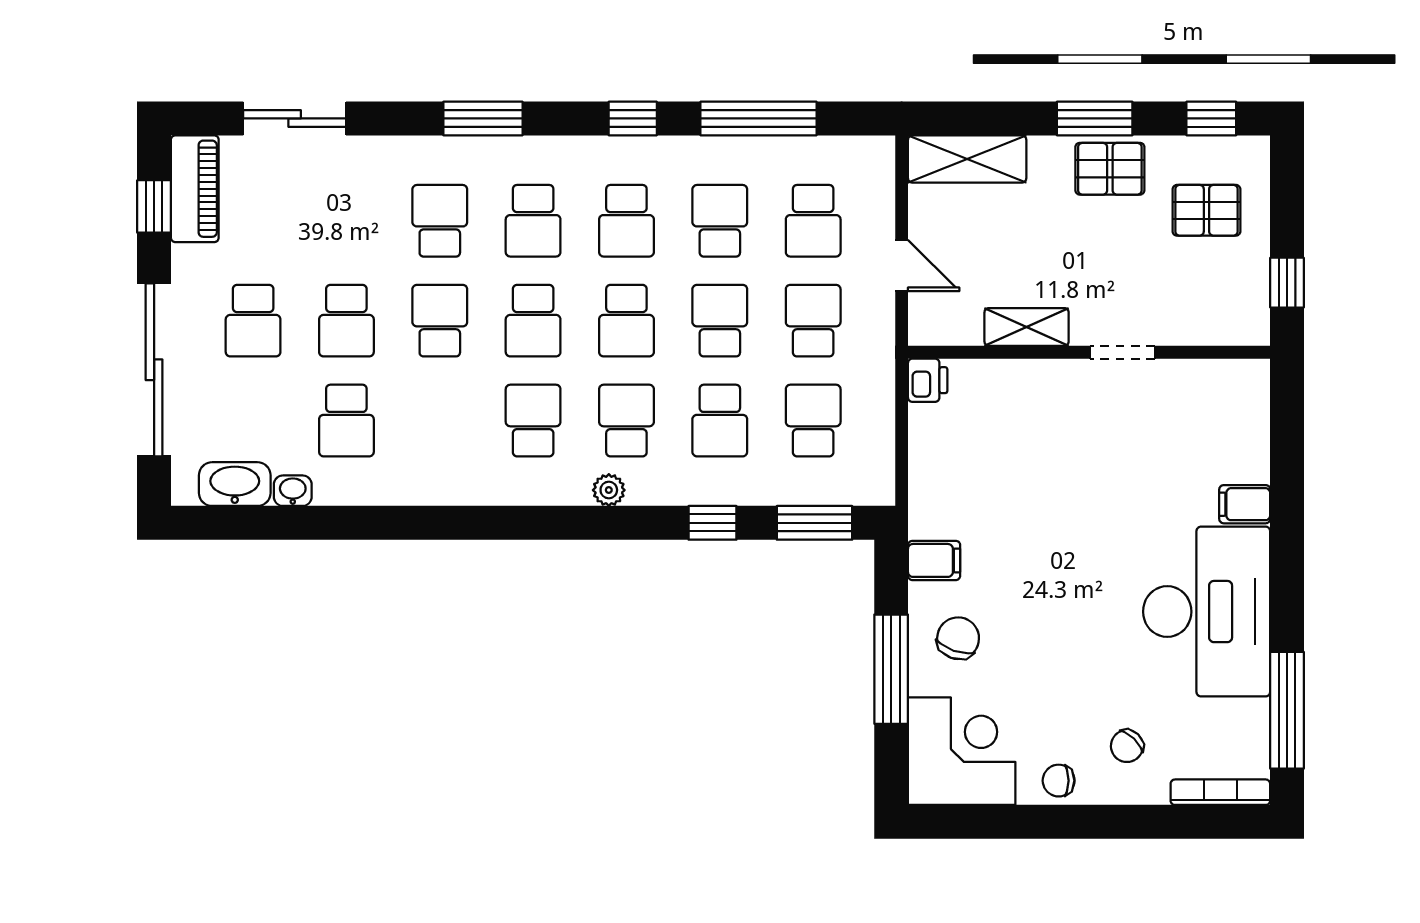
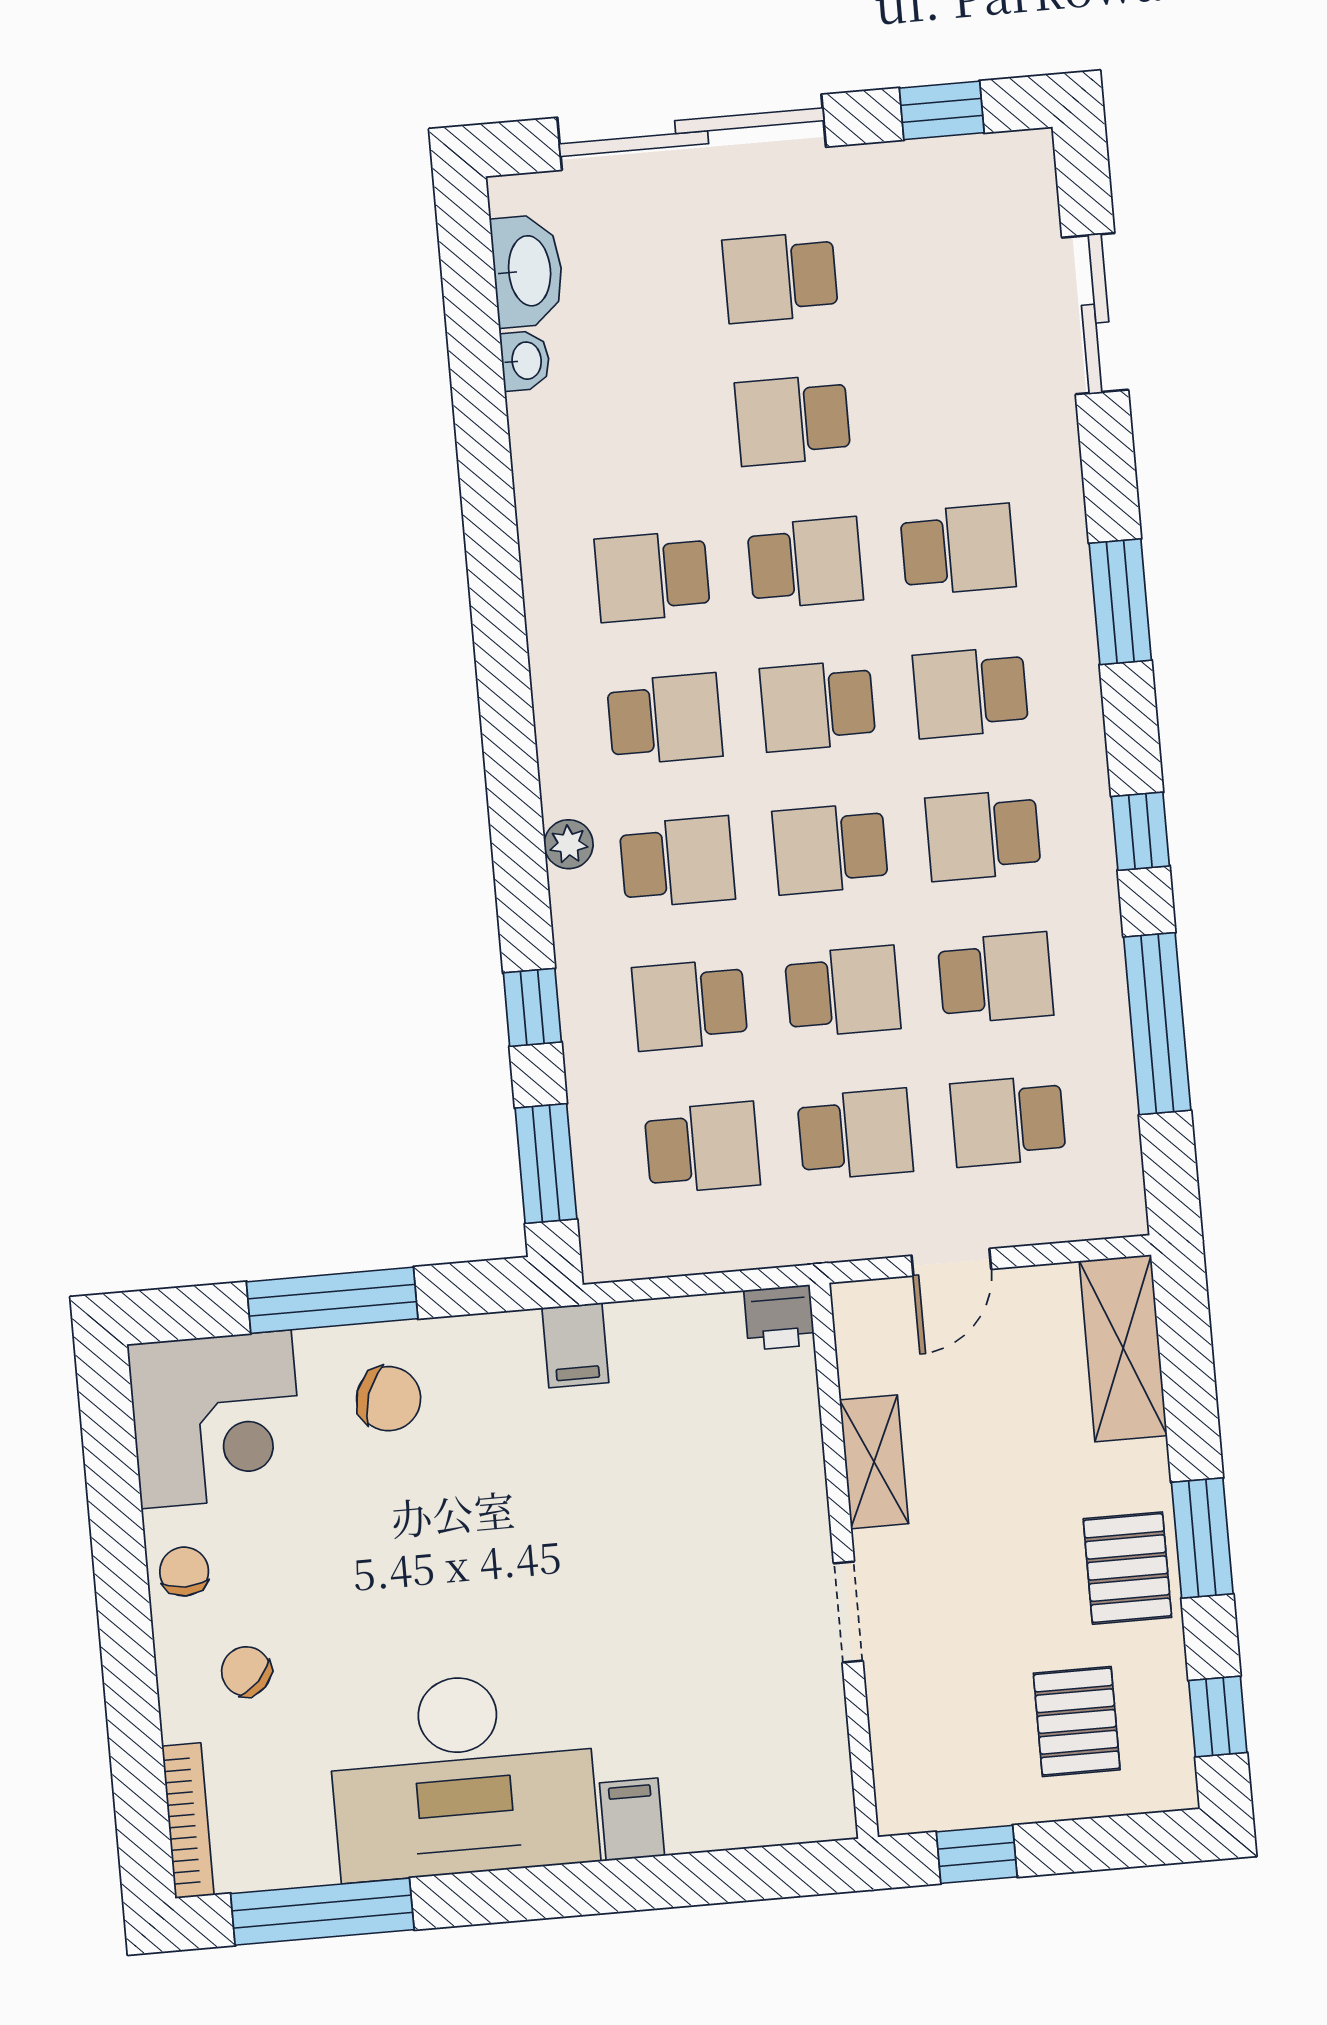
piano: (195, 189) -> (974, 170), removed
school desk: (346, 421) -> (652, 576), moved
filing cabinet: (934, 560) -> (575, 1345), moved

